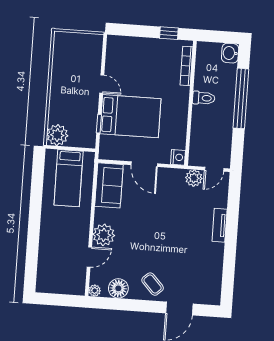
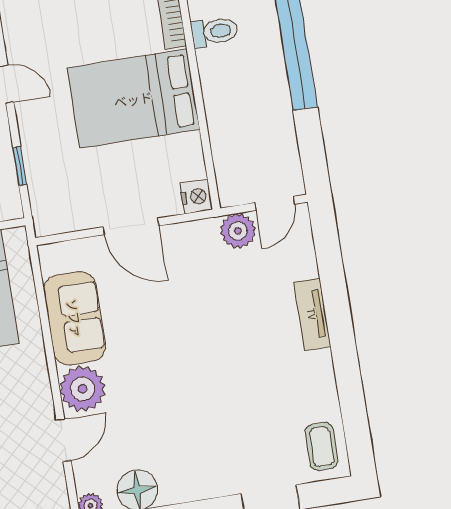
toilet: (204, 98) -> (215, 32), moved
bed: (130, 116) -> (133, 99), moved, turned 180
sofa: (109, 185) -> (75, 318), moved
coffee table: (153, 284) -> (322, 447), moved, turned 43

